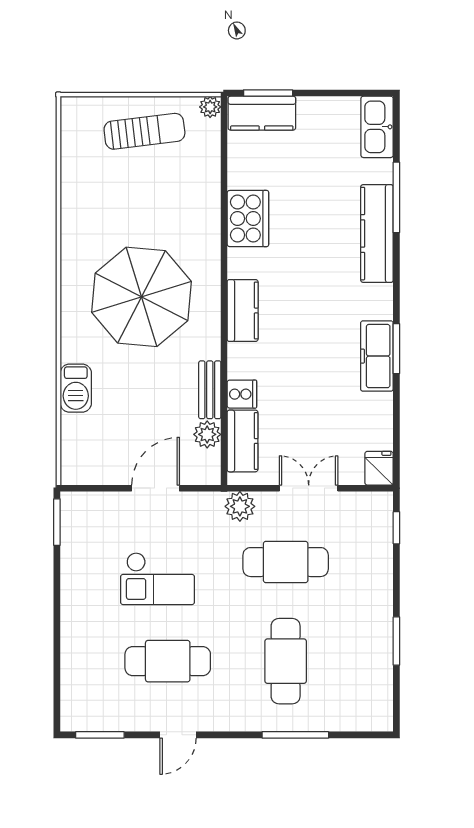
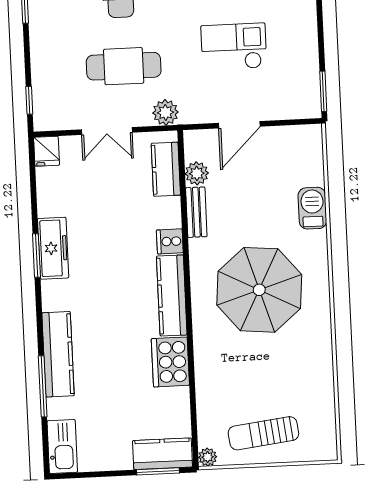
kitchen counter: (243, 311) -> (172, 296), width x1.50
cooker: (242, 394) -> (170, 241), moved

